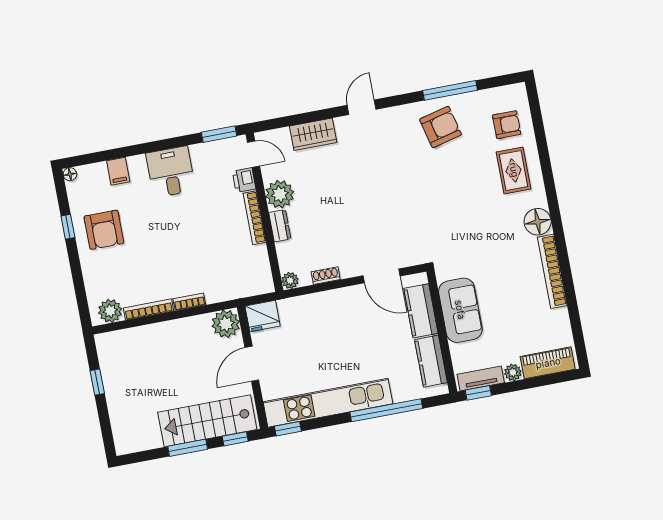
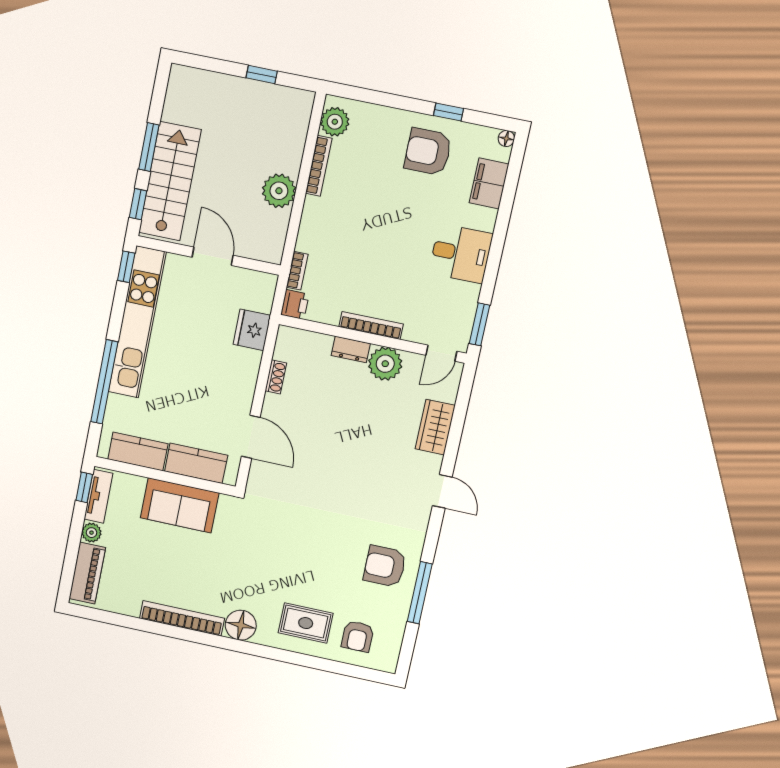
armchair: (440, 127) -> (385, 566), turned 104
filing cabinet: (118, 171) -> (489, 183), width x2.00
printer: (244, 180) -> (295, 304), moved, turned 90
door: (381, 276) -> (251, 437), swing flipped
plant: (290, 280) -> (286, 336), removed
bookcase: (189, 302) -> (297, 271), moved
fridge: (263, 316) -> (252, 330), moved
plant: (226, 324) -> (279, 191), moved

